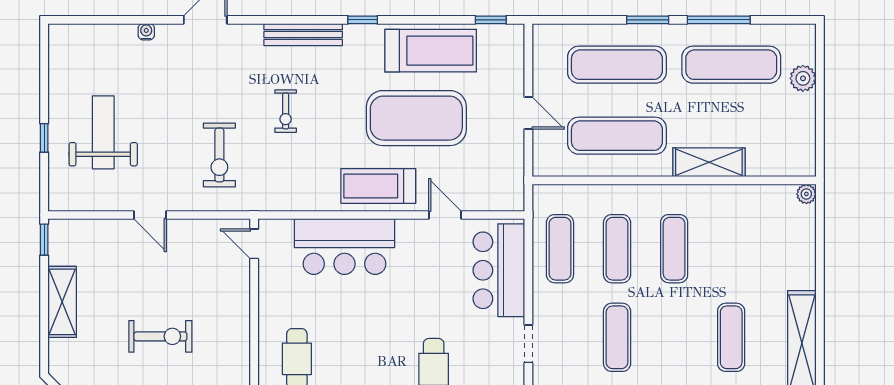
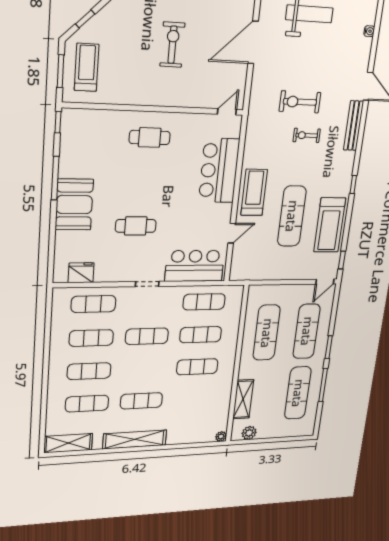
water cooler: (146, 32) -> (369, 31), moved
bench: (303, 35) -> (354, 126), moved
plant: (803, 78) -> (249, 433), moved
door: (528, 113) -> (325, 282), moved
exercise mat: (416, 118) -> (292, 216), width x0.68
exercise bike: (219, 155) -> (300, 102), moved
shelving: (709, 162) -> (243, 399), moved
door: (150, 215) -> (253, 42), width x1.87
exercise bike: (160, 336) -> (172, 45), turned 180

